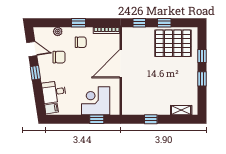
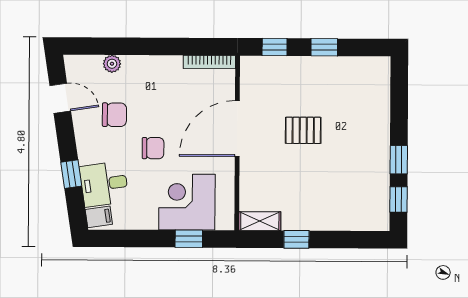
window: (79, 23) -> (154, 46), removed
chair: (81, 42) -> (153, 148), moved
pallet: (173, 43) -> (303, 130), moved, width x0.49, depth x0.50
window: (202, 56) -> (399, 199), moved
window: (35, 73) -> (71, 174), moved
shelving: (181, 110) -> (260, 221), moved

